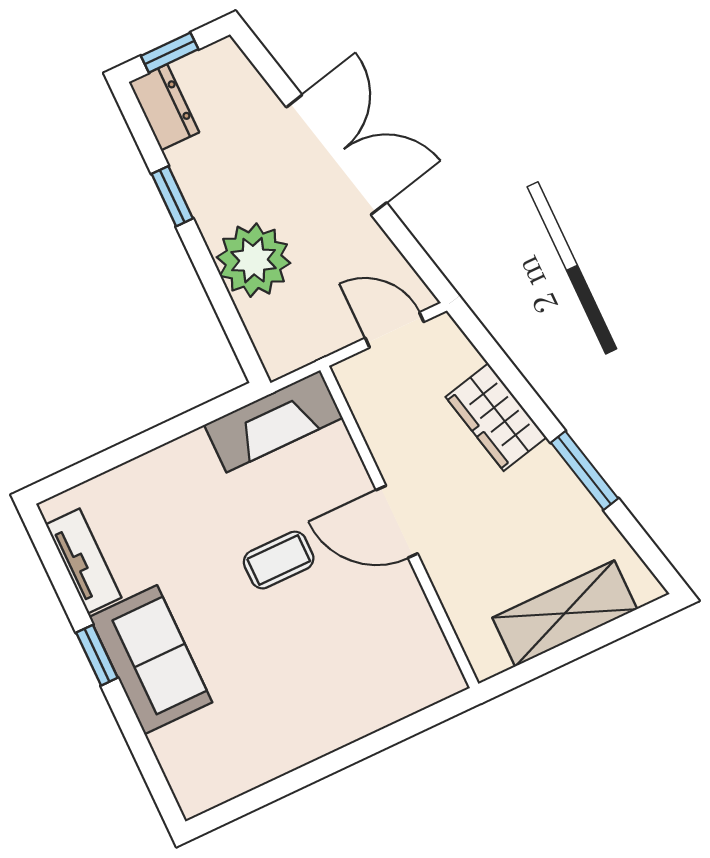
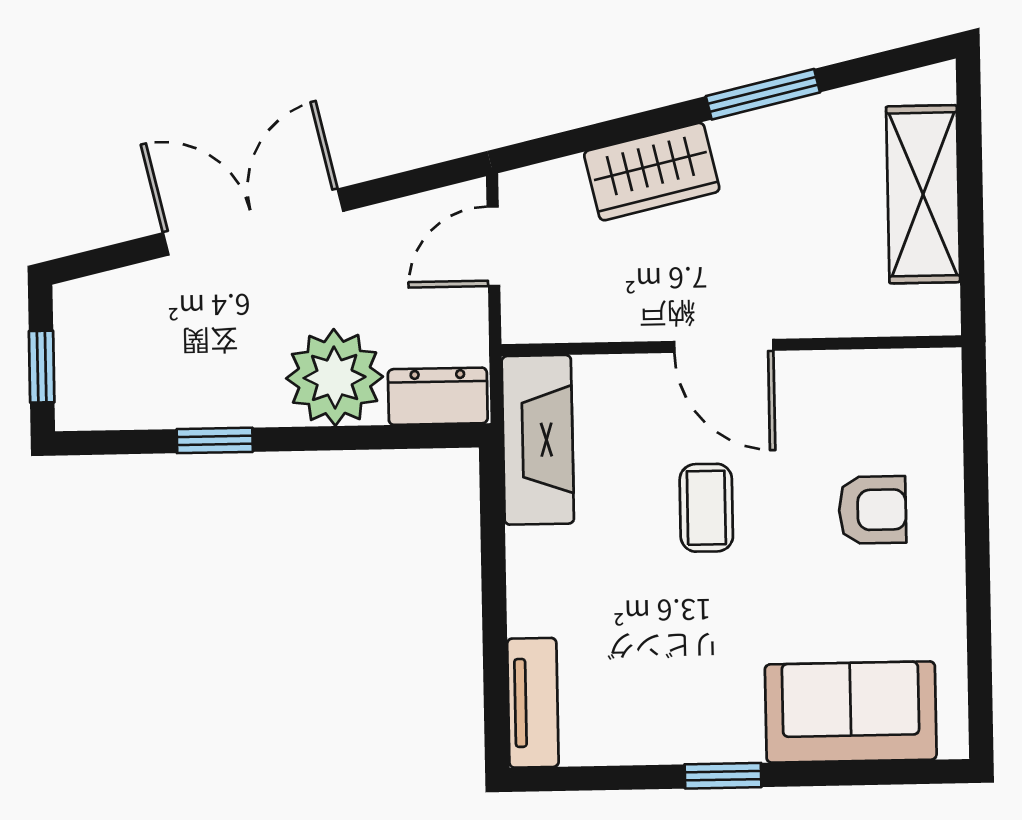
dresser: (164, 107) -> (438, 396), moved
door: (397, 522) -> (724, 346), hinge flipped
tv unit: (84, 561) -> (533, 703), moved, turned 90
sofa: (151, 660) -> (851, 712), moved
armchair: (329, 677) -> (872, 510), added

